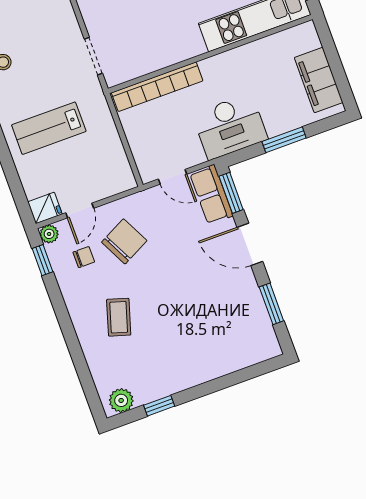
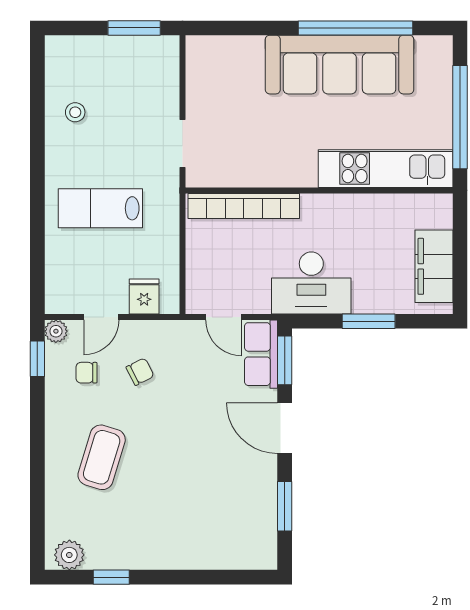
fridge: (45, 208) -> (144, 296), moved, turned -90
chair: (124, 241) -> (140, 372), width x0.54, depth x0.54
chair: (84, 257) -> (86, 373), turned 180
coffee table: (119, 317) -> (102, 457), width x1.36, depth x1.30

